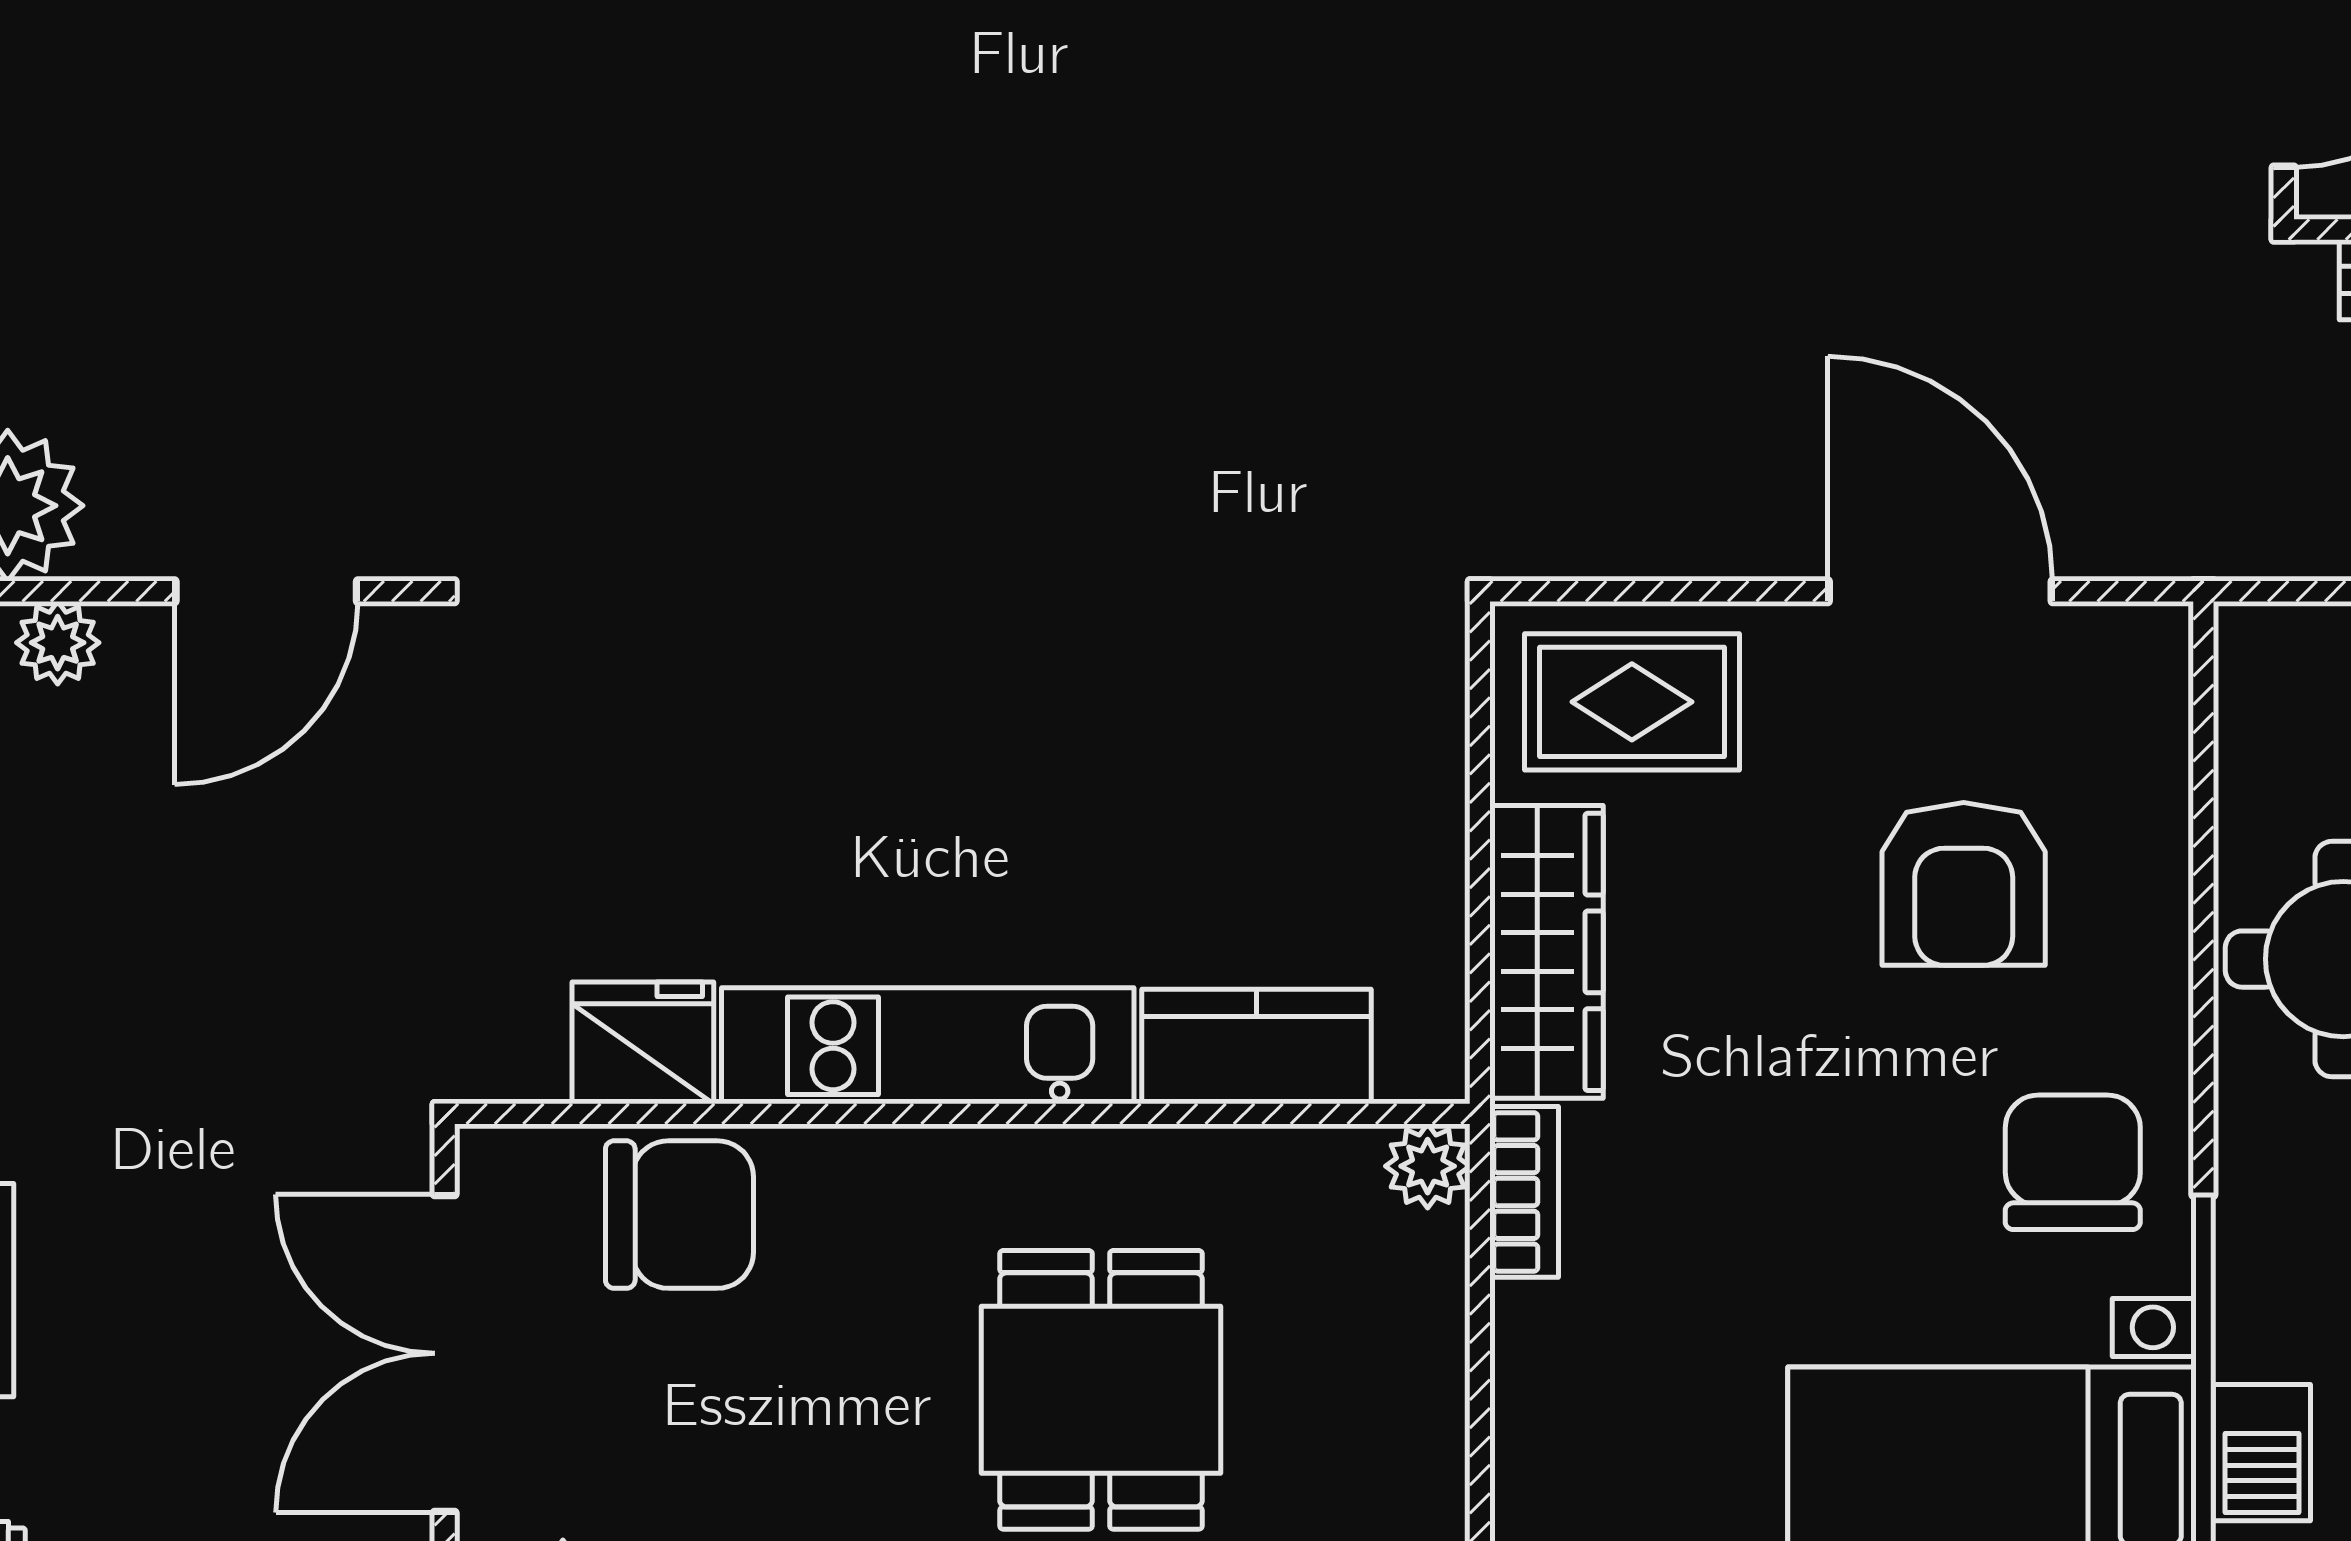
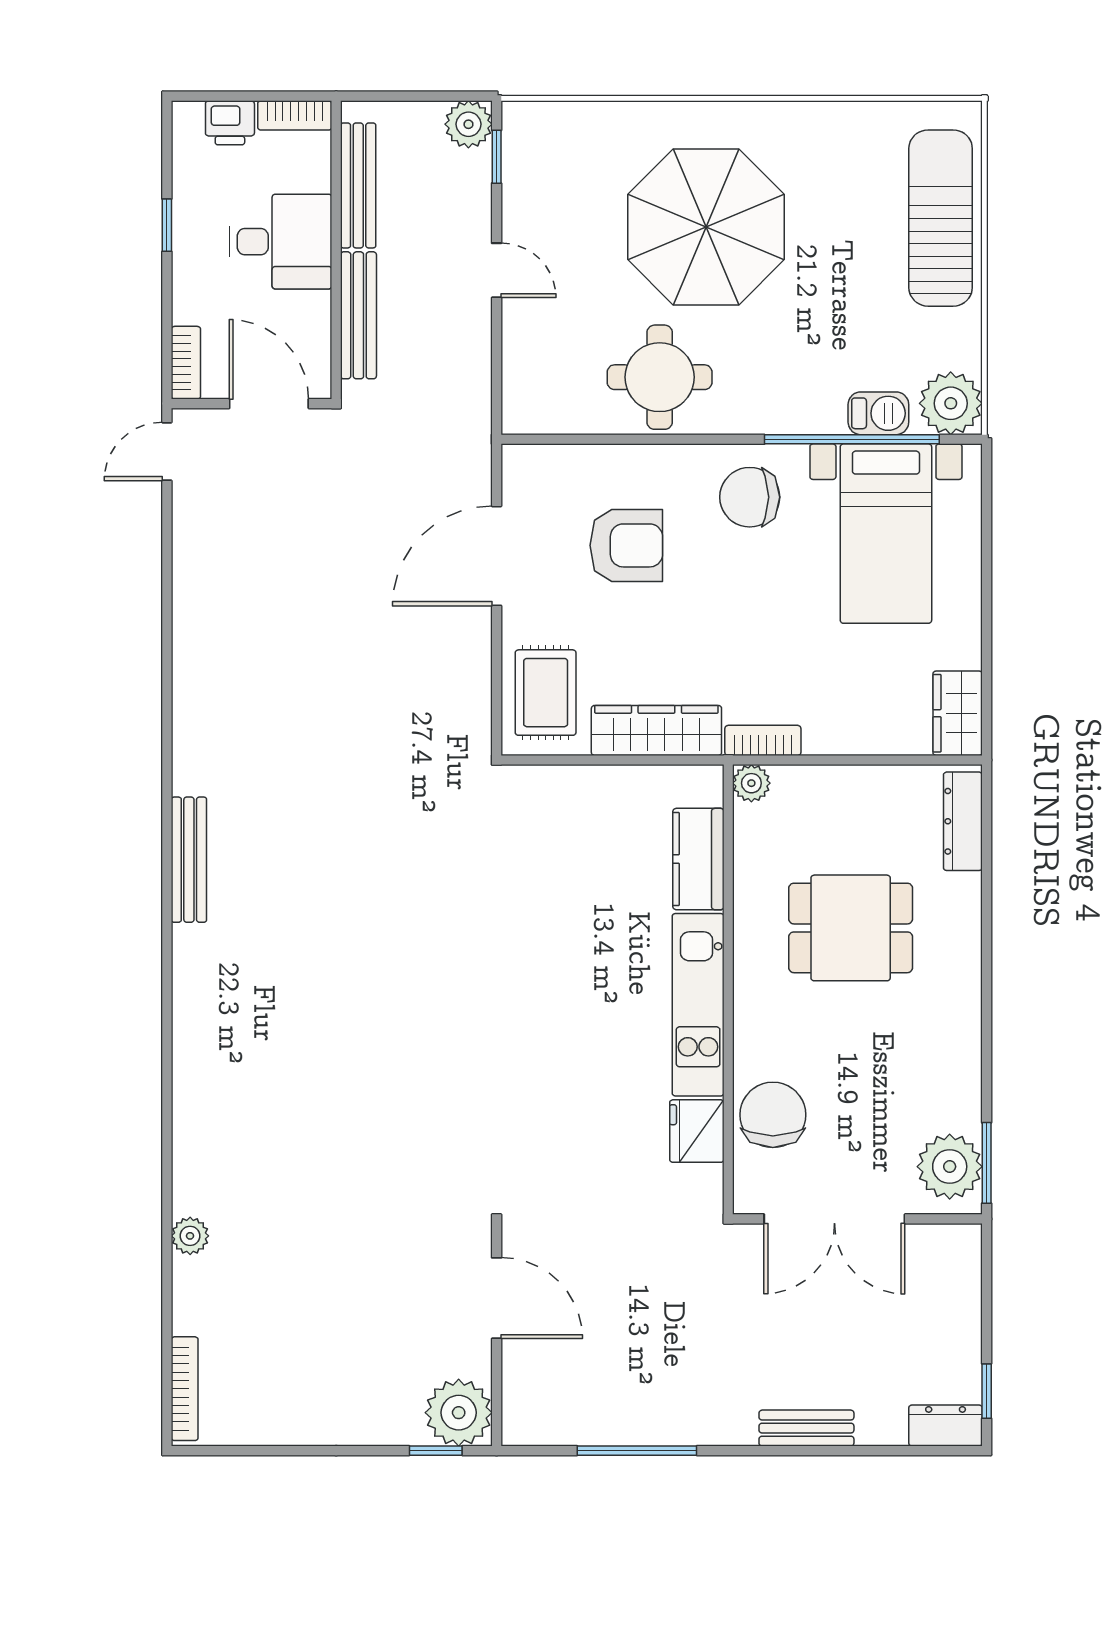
plant: (58, 643) -> (519, 1390), removed

